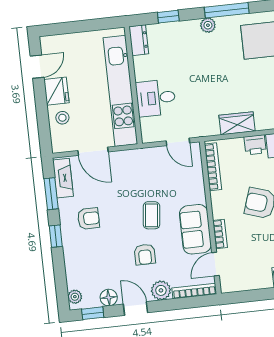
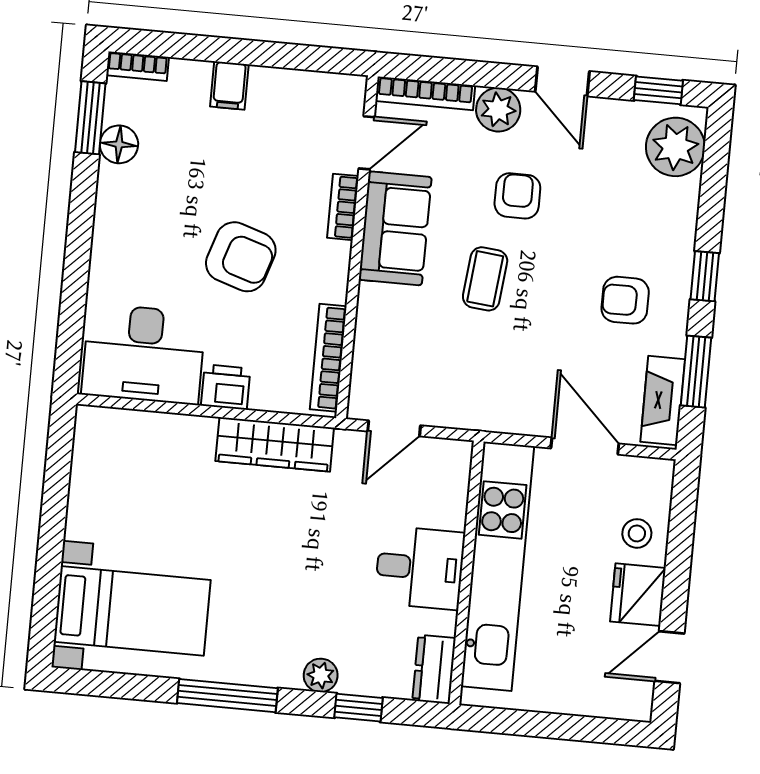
plant: (208, 25) -> (321, 675), moved
desk: (156, 98) -> (420, 568), moved
wardrobe: (237, 123) -> (275, 444), width x1.50
door: (178, 142) -> (394, 428), swing flipped
plant: (75, 297) -> (675, 147), width x1.88, depth x1.88
floor lamp: (109, 298) -> (616, 117), removed

